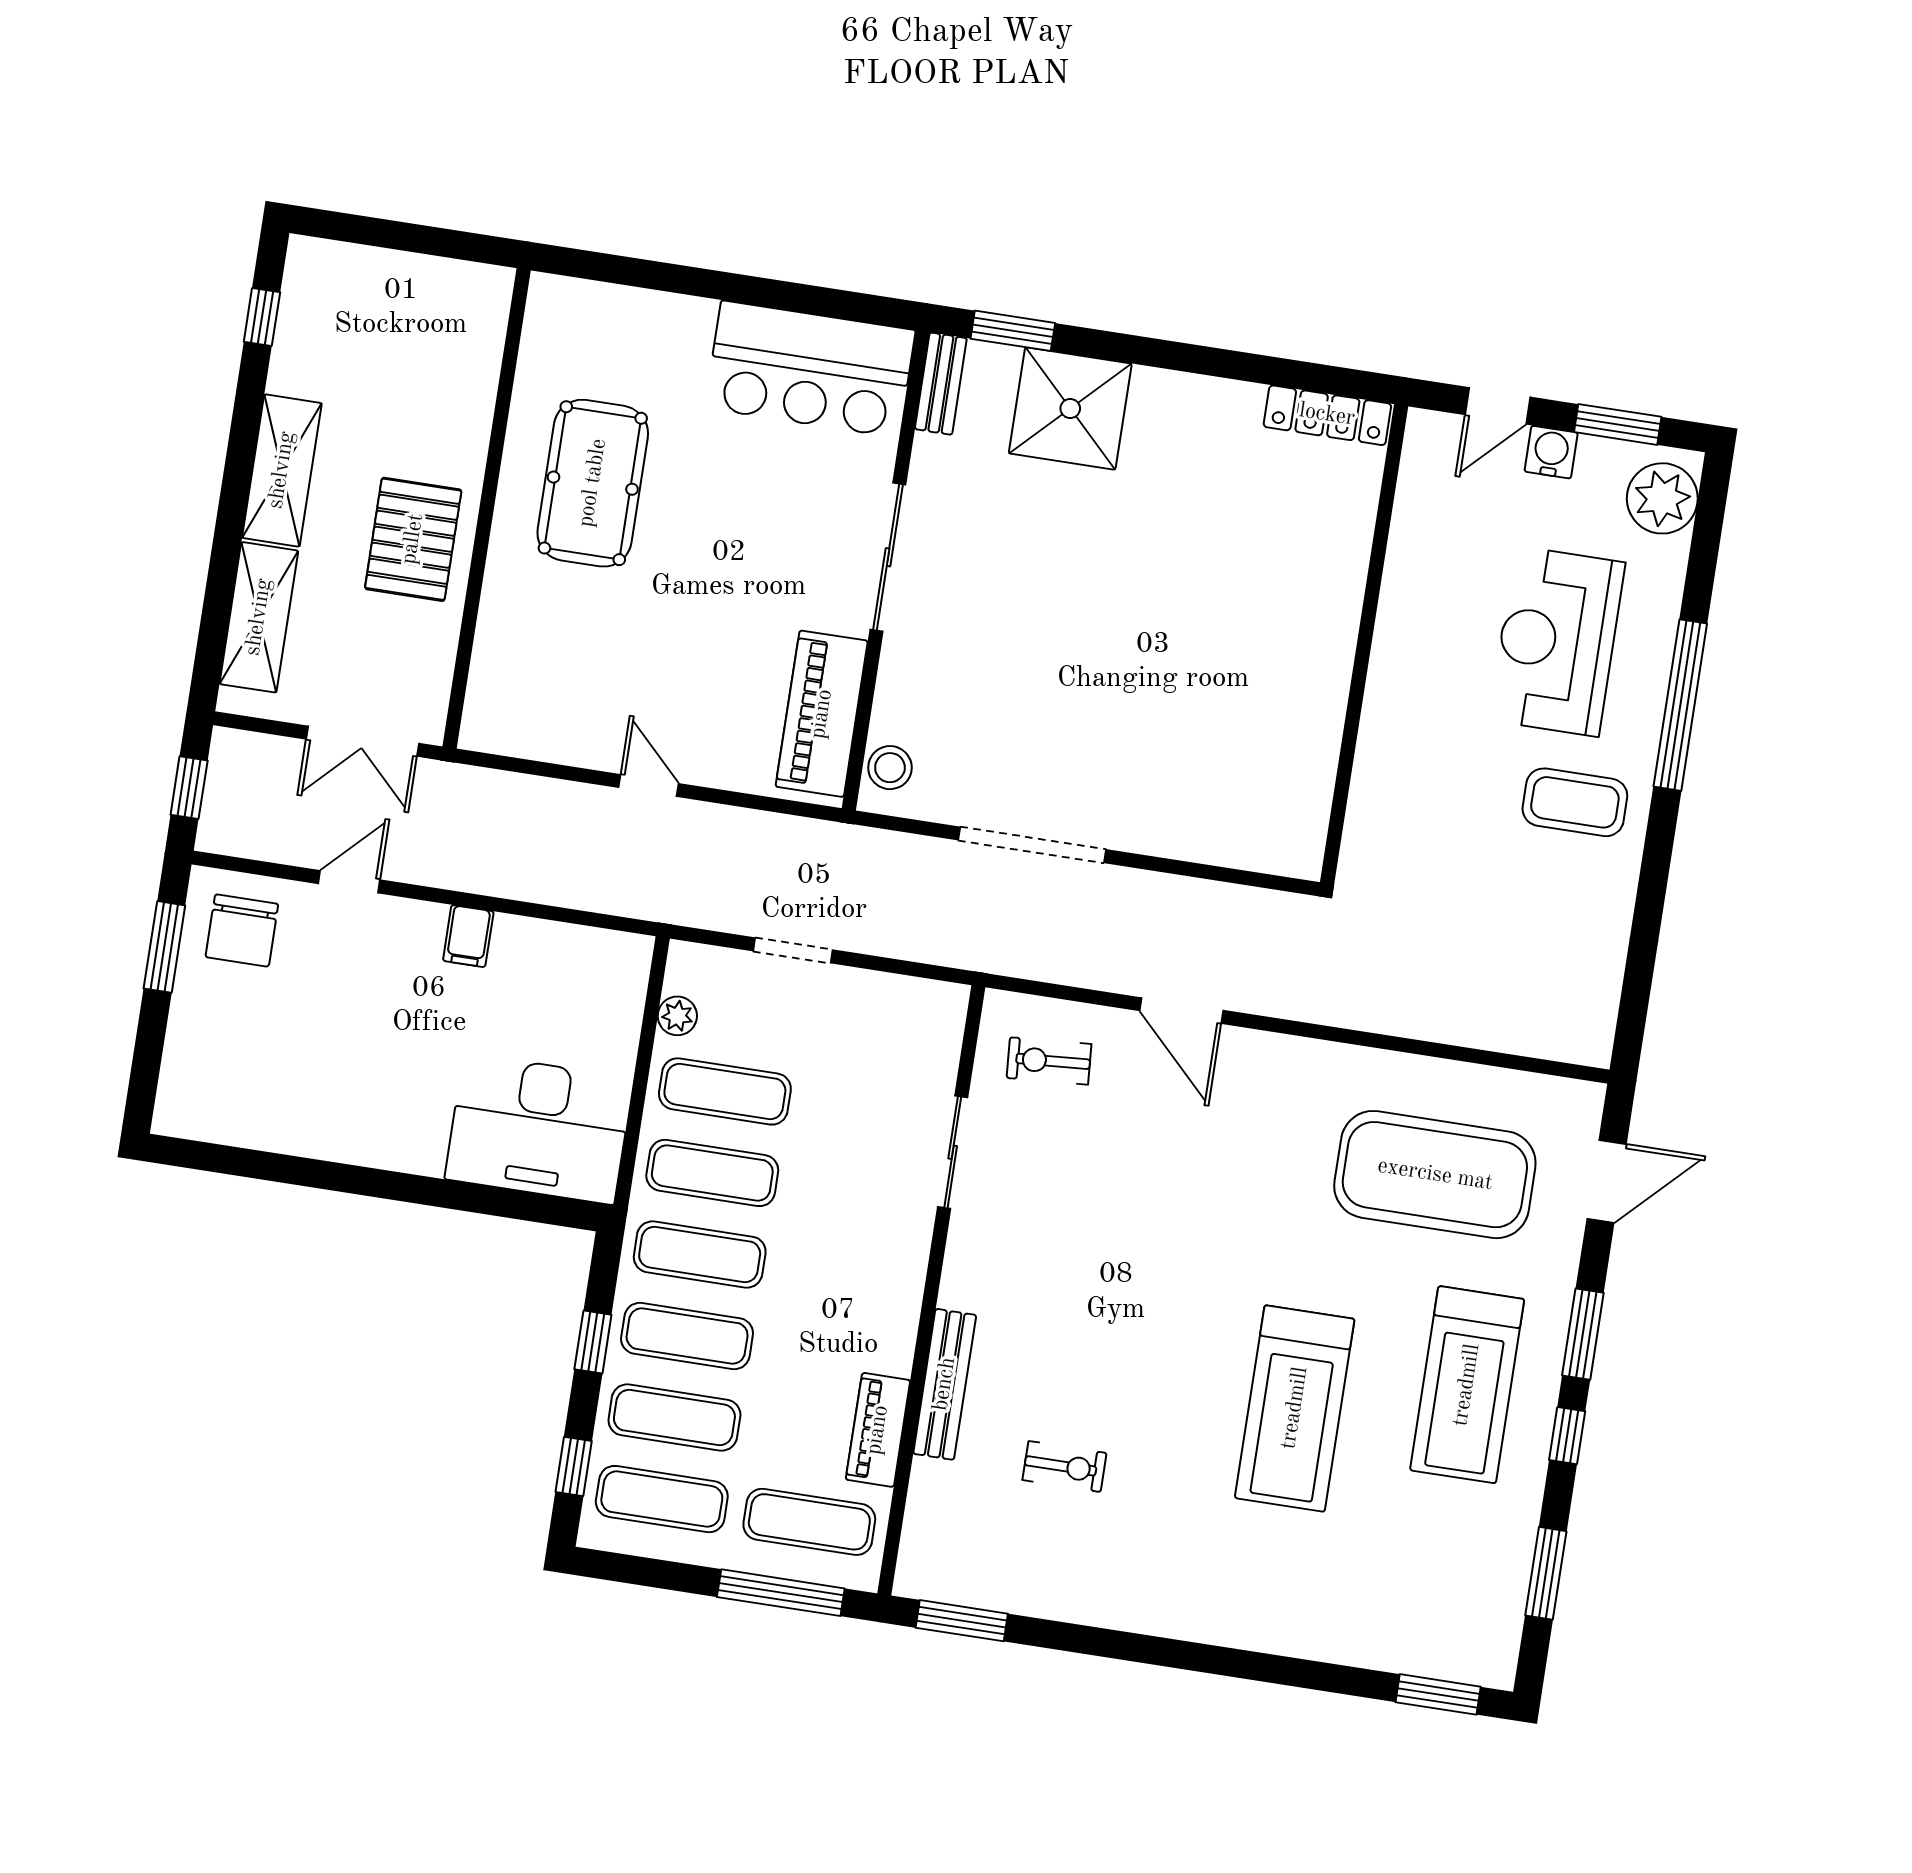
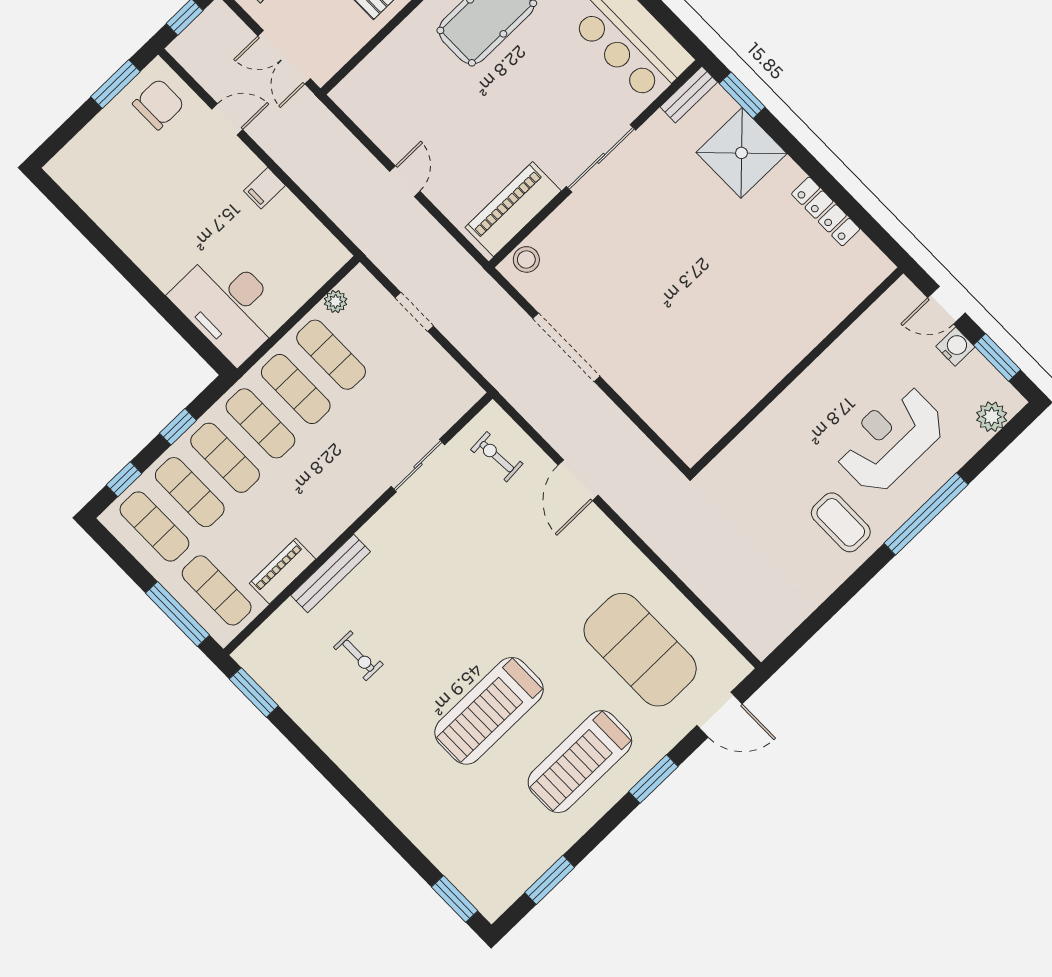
locker: (1327, 415) -> (826, 211), moved
plant: (1662, 498) -> (992, 417), width x0.73, depth x0.73
chair: (242, 930) -> (158, 104), turned 180
window: (1567, 1436) -> (609, 822), removed

